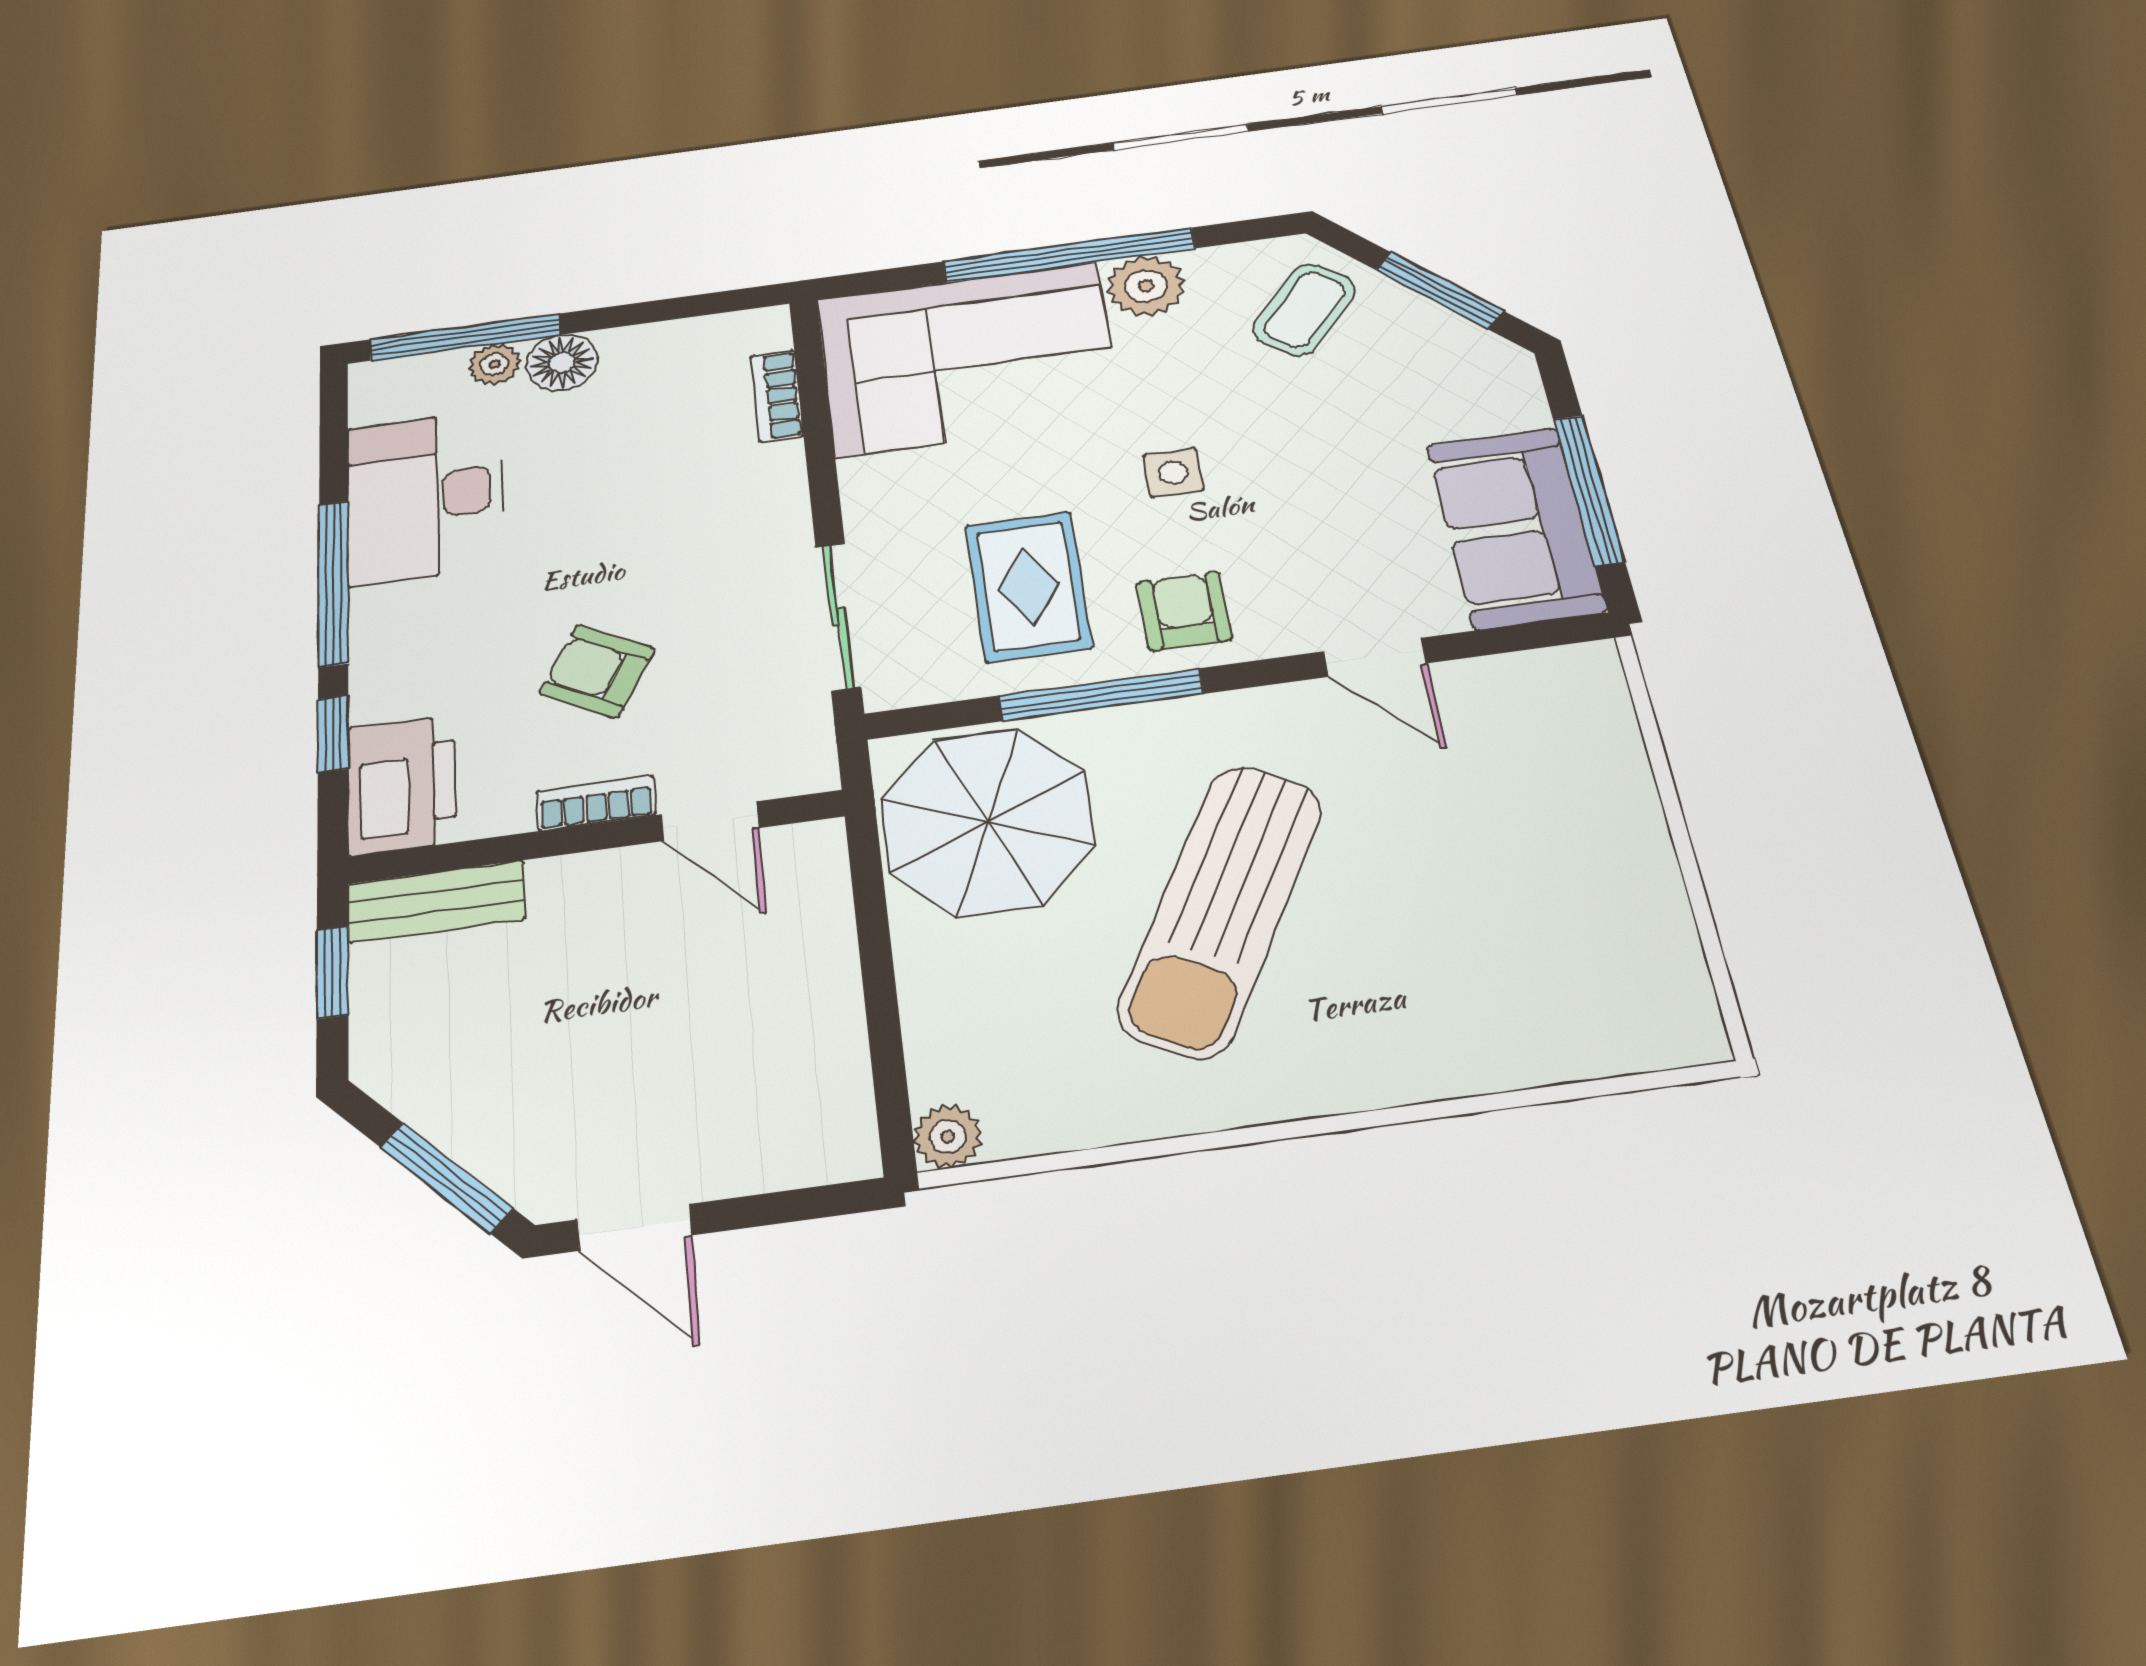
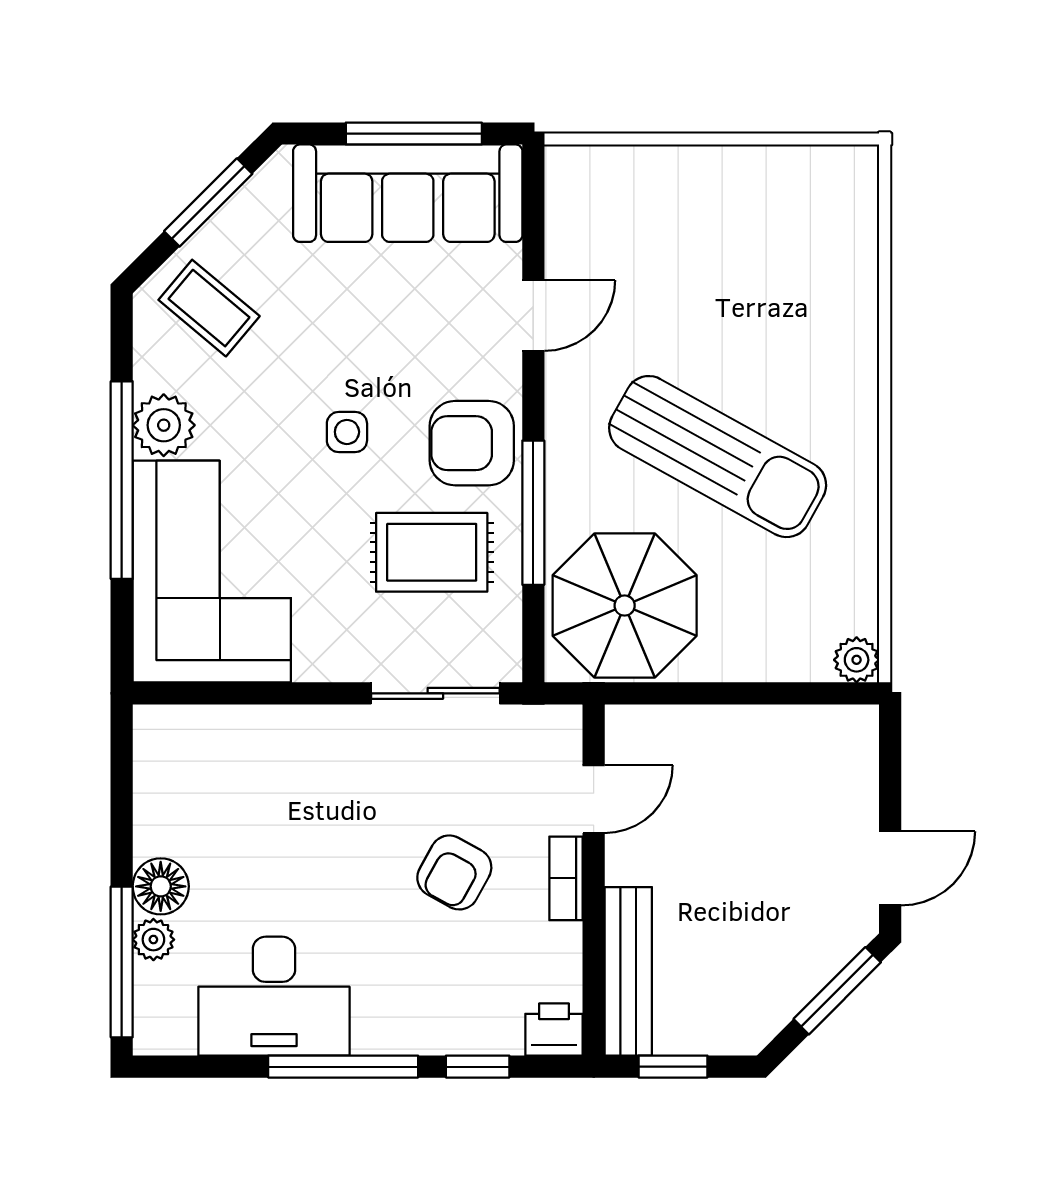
bookcase: (777, 396) -> (223, 721), removed
sofa: (1515, 527) -> (408, 193), width x1.36
armchair: (1184, 611) -> (472, 443), width x1.38, depth x1.38
printer: (402, 785) -> (554, 1029), width x0.53, depth x0.68
bench: (436, 902) -> (628, 971), width x1.36

